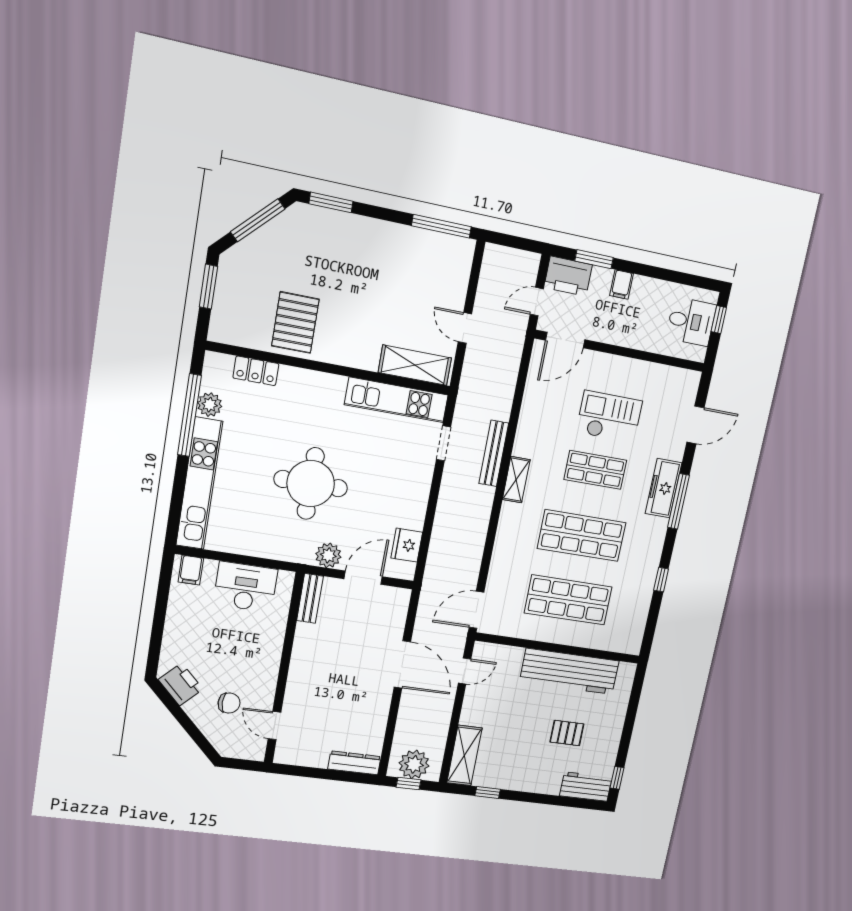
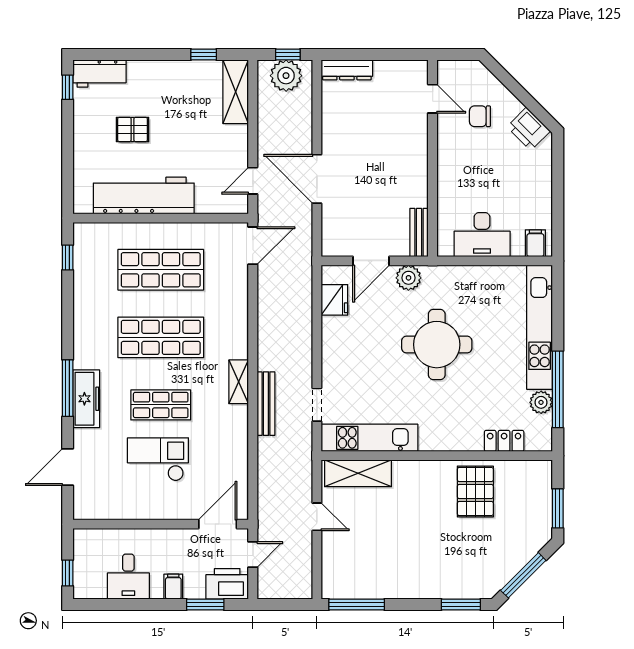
desk: (691, 322) -> (128, 577), moved, turned -90
checkout: (609, 417) -> (158, 459), turned 180
window: (661, 580) -> (68, 257), moved

